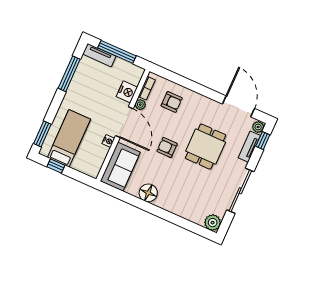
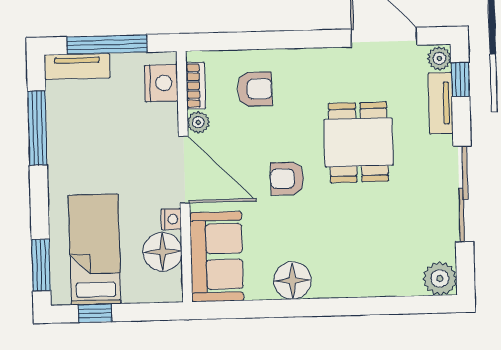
nightstand: (127, 92) -> (161, 83), moved
floor lamp: (98, 153) -> (163, 252), added

